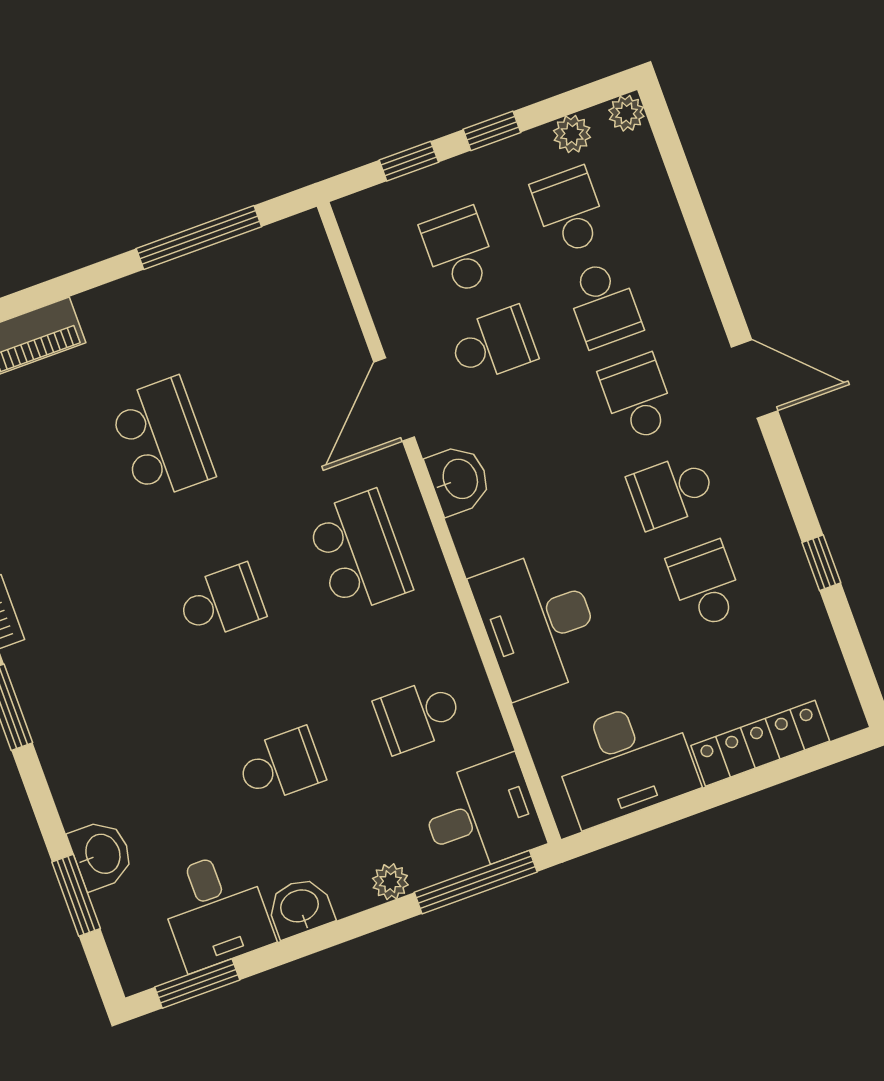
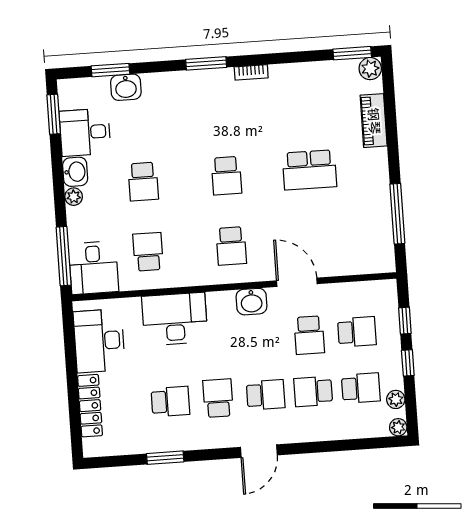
school desk: (359, 552) -> (231, 246), width x0.54
window: (821, 563) -> (165, 458), width x1.50
plant: (390, 882) -> (74, 197), moved

